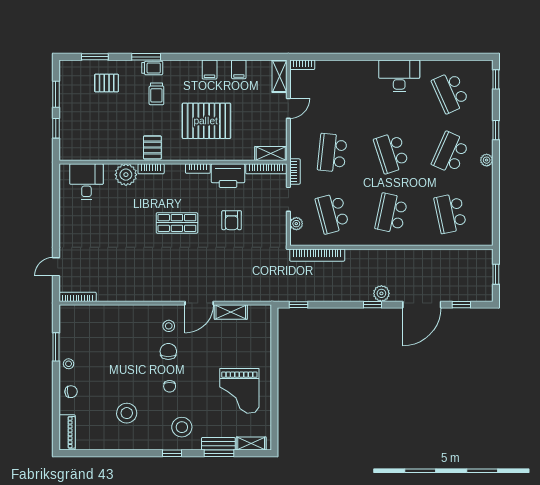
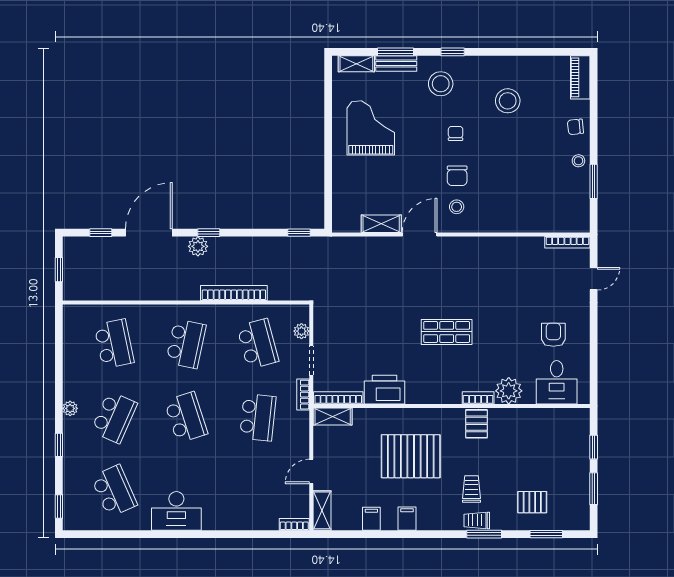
bookcase: (198, 169) -> (421, 398), removed
armchair: (232, 220) -> (553, 335), moved
bookcase: (317, 255) -> (234, 293), moved

